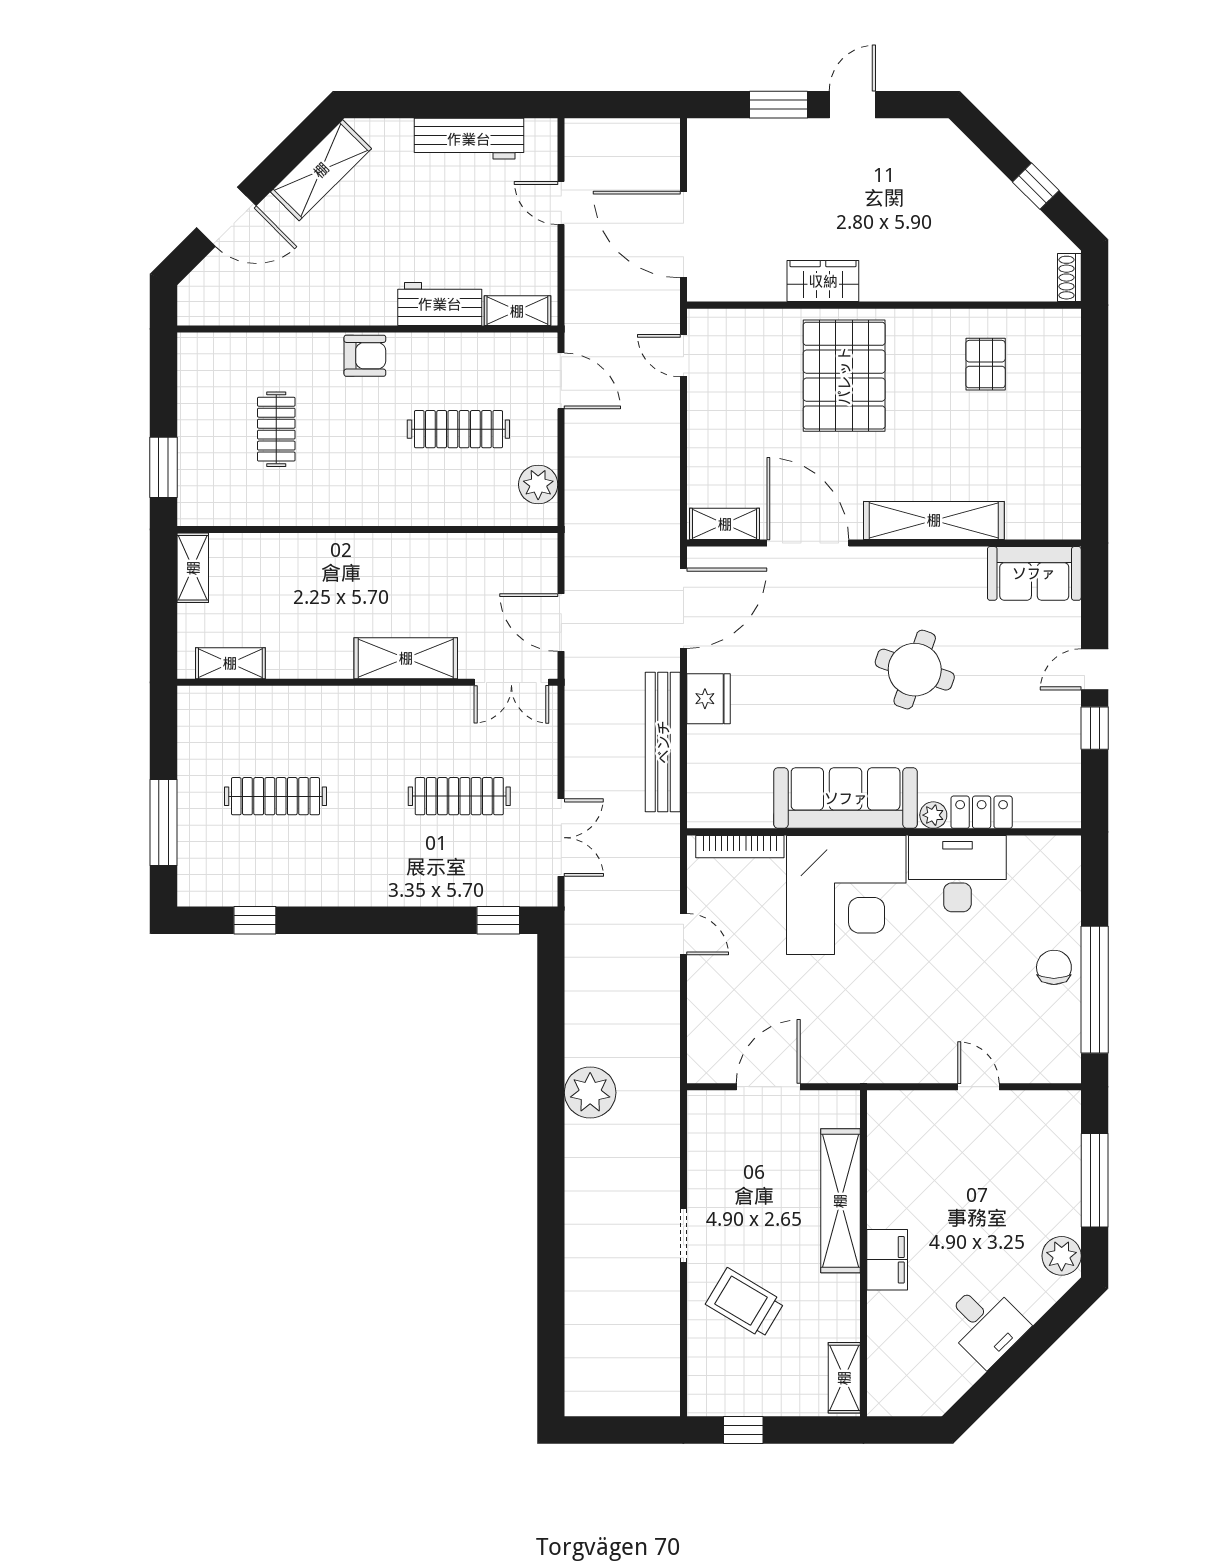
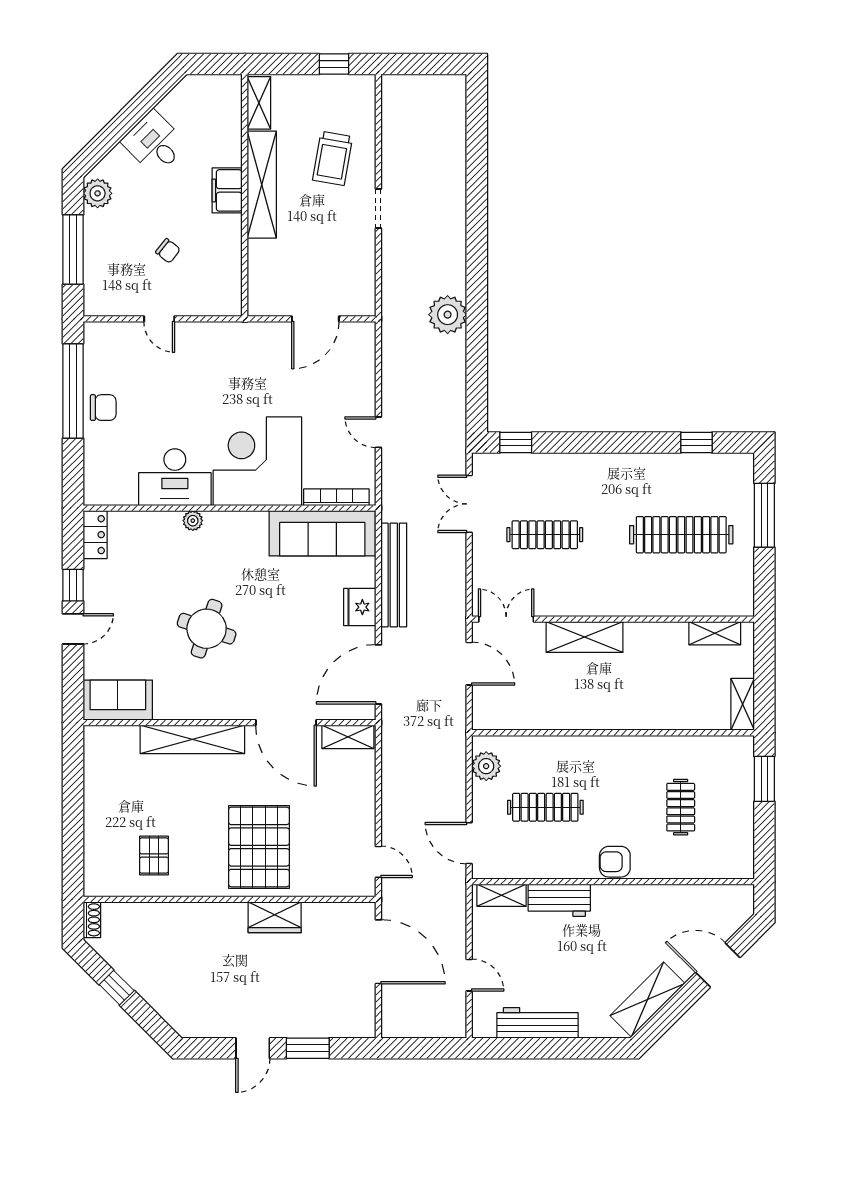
clothes rail: (275, 796) -> (681, 535), width x1.37, depth x1.31
sofa: (846, 798) -> (322, 533), moved
locker: (982, 812) -> (95, 535), moved, turned -90
chair: (1054, 967) -> (103, 408), turned -90
chair: (967, 1179) -> (168, 251), added
shelving: (840, 1201) -> (262, 185), moved
trolley: (745, 1303) -> (333, 158), turned 69

